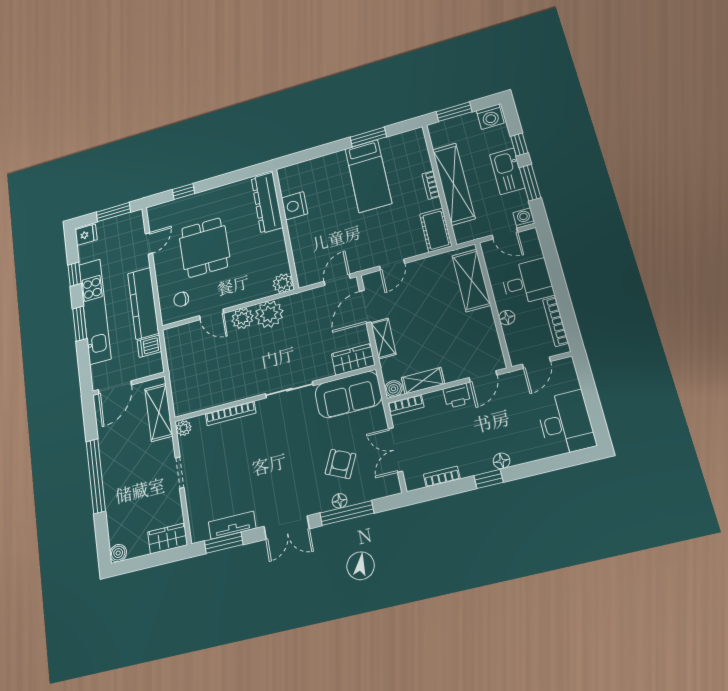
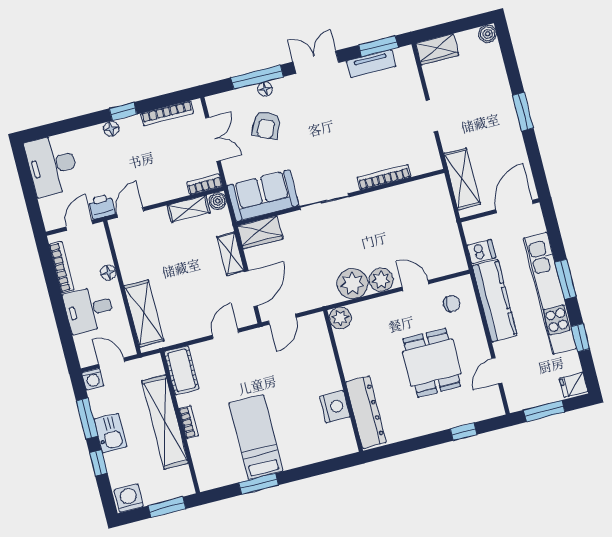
kitchen sink: (507, 171) -> (110, 433), width x0.73
printer: (457, 396) -> (102, 207), moved
plant: (184, 428) -> (433, 162), removed
window: (96, 476) -> (523, 112), width x0.47
bookcase: (442, 477) -> (167, 113), width x1.56

